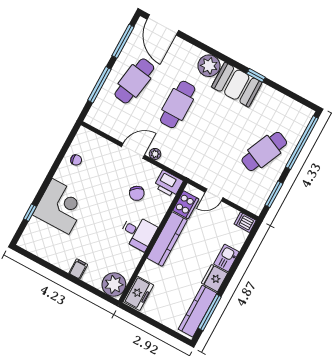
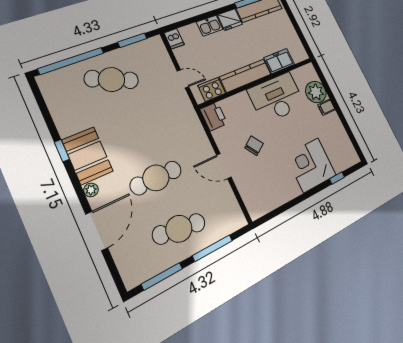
door: (163, 25) -> (97, 231), moved
plant: (209, 66) -> (91, 190), width x0.53, depth x0.53
plant: (155, 154) -> (207, 149), removed
chair: (76, 160) -> (275, 194), removed
chair: (137, 193) -> (254, 146), moved
desk: (138, 233) -> (277, 98), width x1.87, depth x1.30
plant: (114, 284) -> (316, 92), moved
freezer: (138, 293) -> (279, 61), moved

